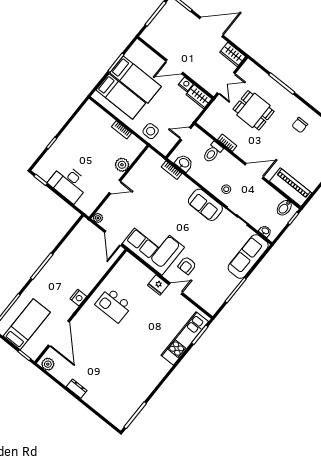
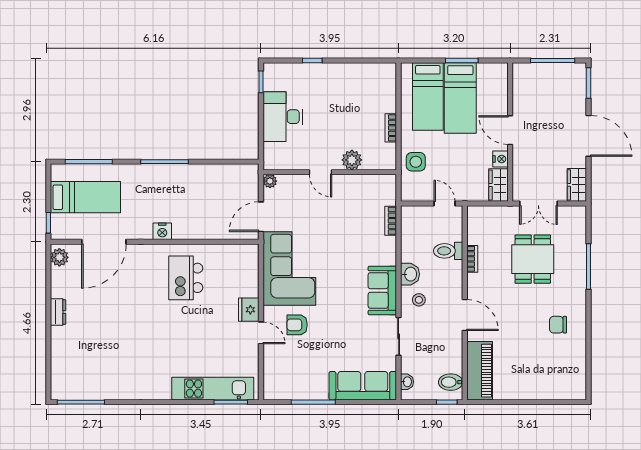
washbasin: (184, 163) -> (410, 274), moved

